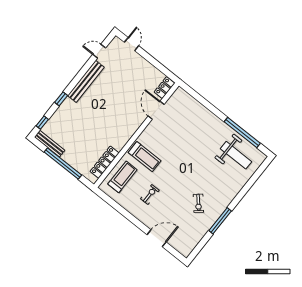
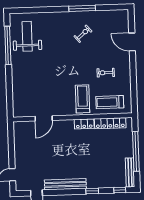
locker: (165, 88) -> (84, 124), moved

